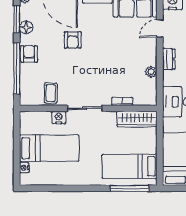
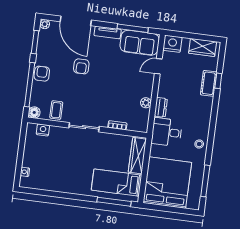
floor lamp: (26, 27) -> (34, 112), moved
dresser: (169, 59) -> (161, 107), moved
nightstand: (59, 118) -> (43, 130), moved
wardrobe: (137, 119) -> (137, 156), moved, turned 90
bed: (49, 148) -> (49, 158), removed

